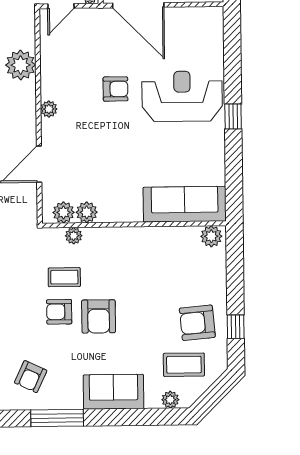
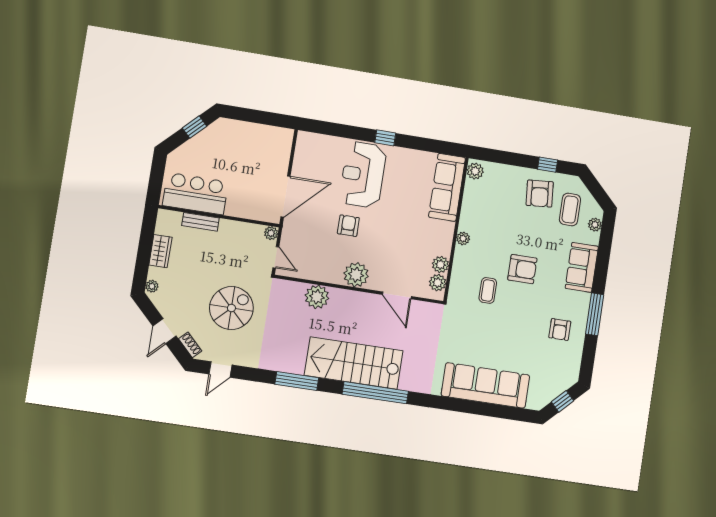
plant: (49, 109) -> (356, 275), width x1.88, depth x1.88
plant: (74, 236) -> (463, 238), moved
armchair: (59, 312) -> (514, 299), removed
armchair: (31, 377) -> (560, 330), turned 65

